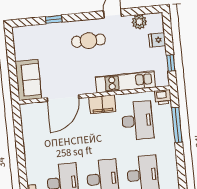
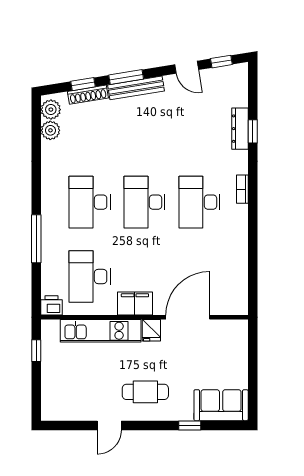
plant: (139, 22) -> (74, 411), removed
fridge: (157, 40) -> (151, 330), moved, turned 90
sofa: (28, 80) -> (221, 405), moved, turned 90
window: (177, 125) -> (36, 239), moved

